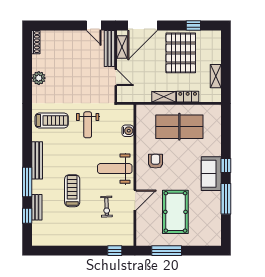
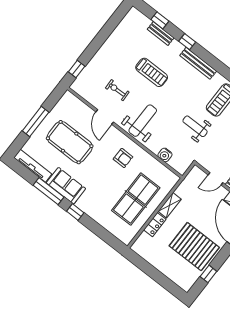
shelving: (216, 76) -> (154, 260), removed
sofa: (211, 174) -> (66, 186), moved
window: (27, 182) -> (187, 42), width x0.46
tv unit: (216, 226) -> (33, 166), added
window: (167, 251) -> (36, 121), moved

